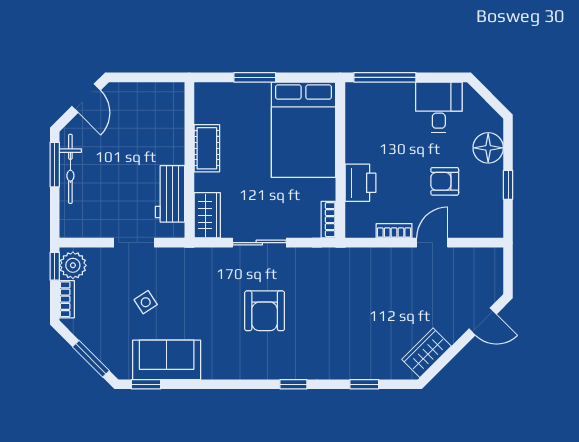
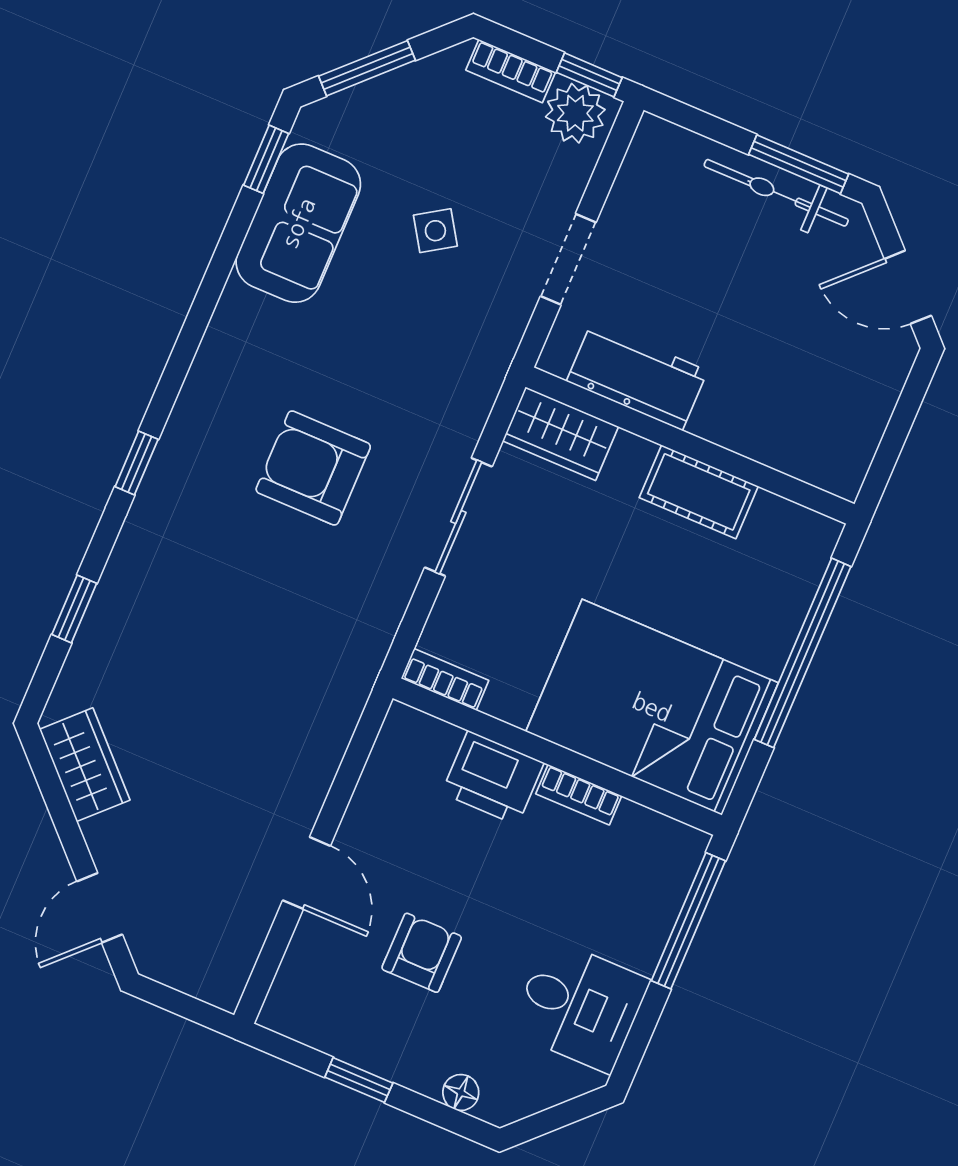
window: (255, 77) -> (803, 653), width x2.11
floor lamp: (488, 148) -> (461, 1092), width x0.53, depth x0.53
bookcase: (394, 231) -> (579, 795), moved, turned 90

